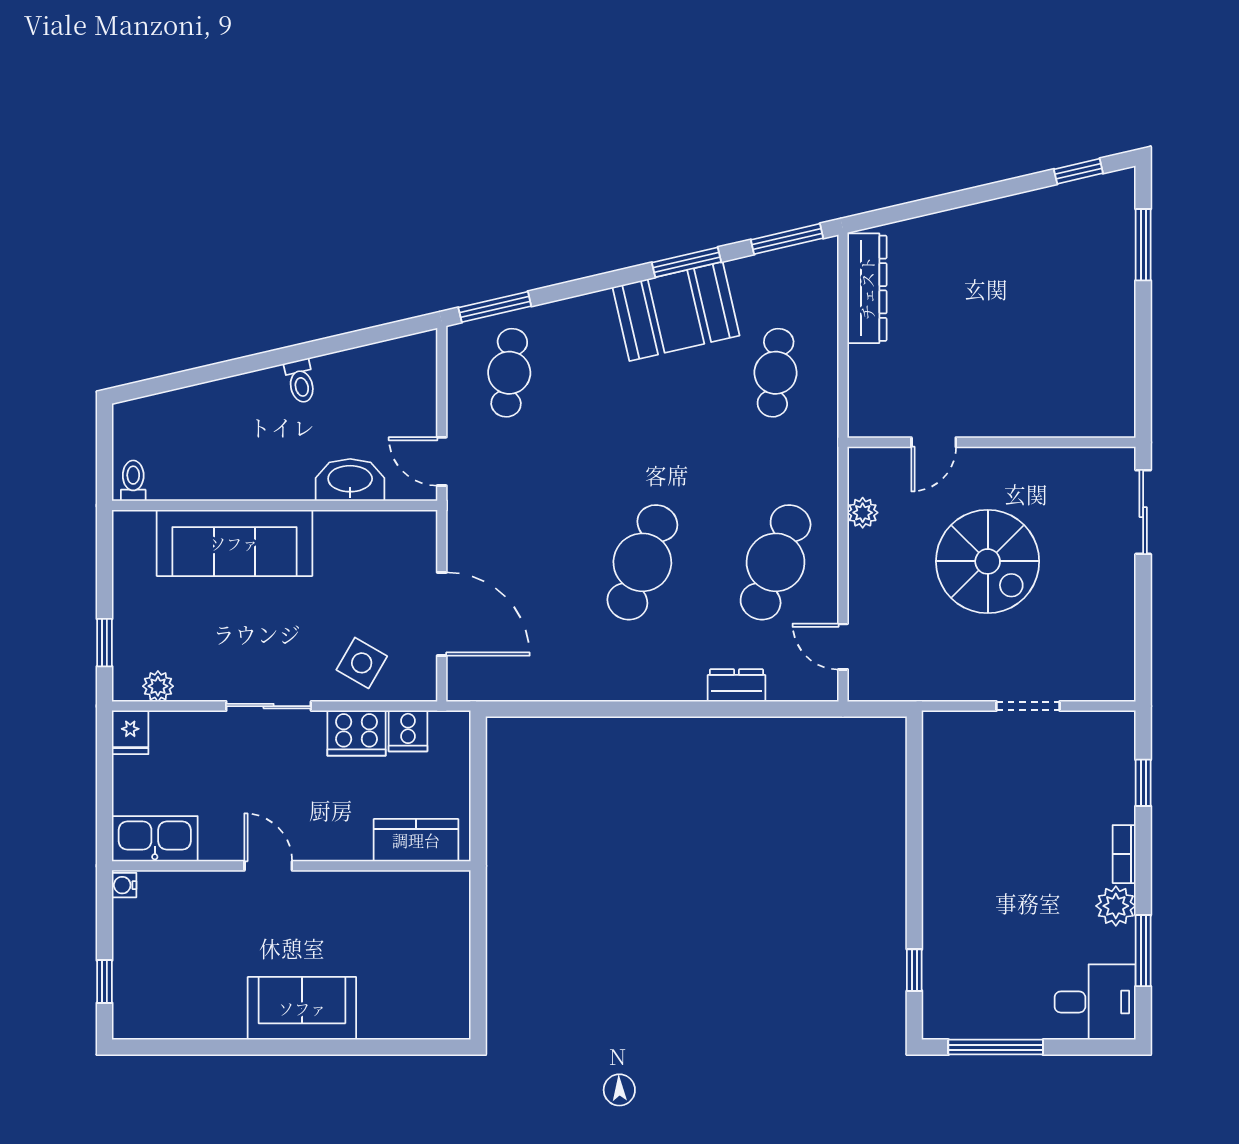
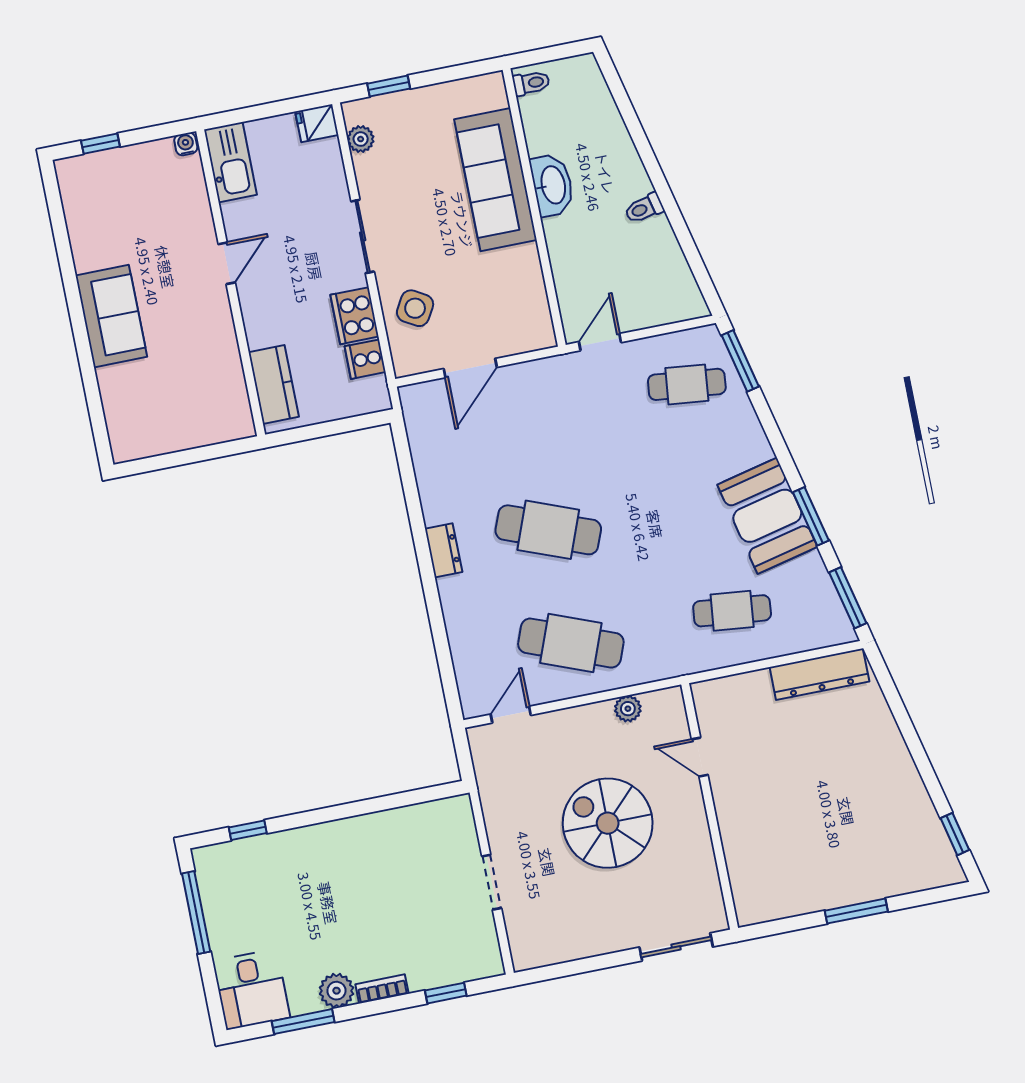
window: (1143, 245) -> (856, 911), moved
washbasin: (350, 480) -> (552, 185), moved
spiral stairs: (988, 561) -> (608, 823), turned 90
door: (442, 614) -> (470, 368), width x0.73
dresser: (736, 685) -> (444, 550), moved

